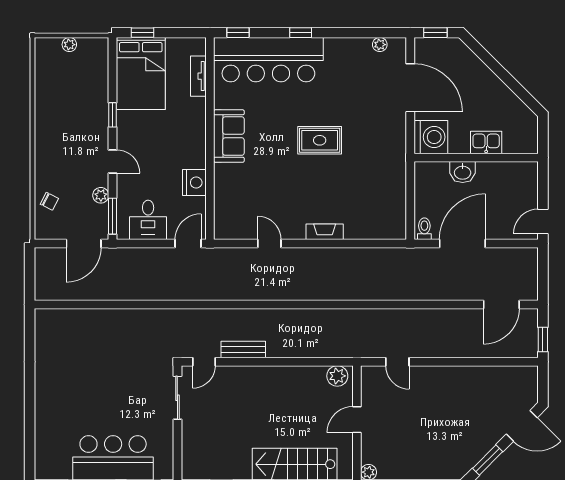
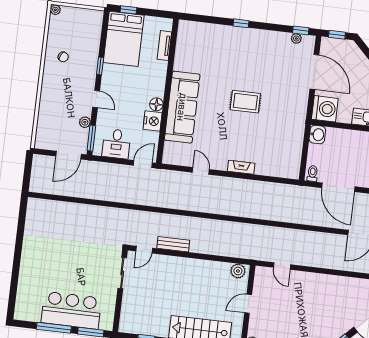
window: (238, 33) -> (301, 30), moved
plant: (69, 45) -> (55, 10), moved
bar counter: (268, 60) -> (216, 40), removed
sofa: (229, 136) -> (182, 107), width x1.85, depth x1.27
floor lamp: (197, 159) -> (156, 104), added
washbasin: (463, 172) -> (317, 135), moved, turned -90
chair: (49, 201) -> (63, 57), moved
door: (462, 243) -> (338, 187), swing flipped

